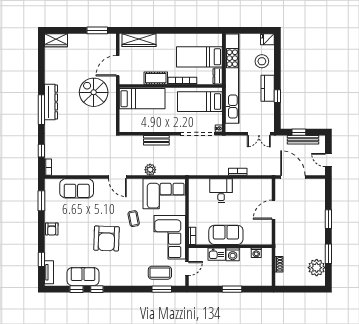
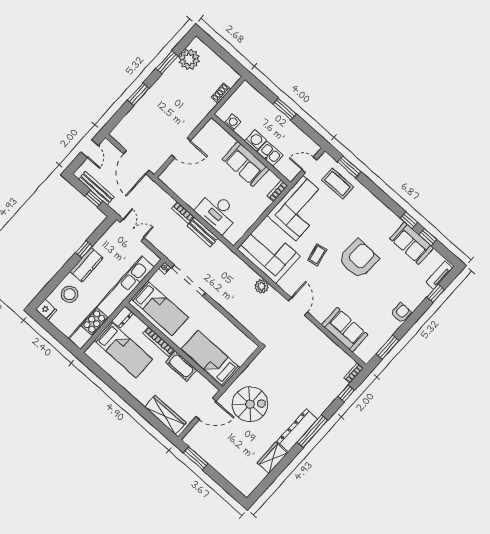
wardrobe: (56, 40) -> (272, 458), moved, turned -90
spiral stairs: (94, 92) -> (250, 404), turned -90
bench: (156, 140) -> (203, 232), moved
desk: (221, 191) -> (217, 212), width x1.37

